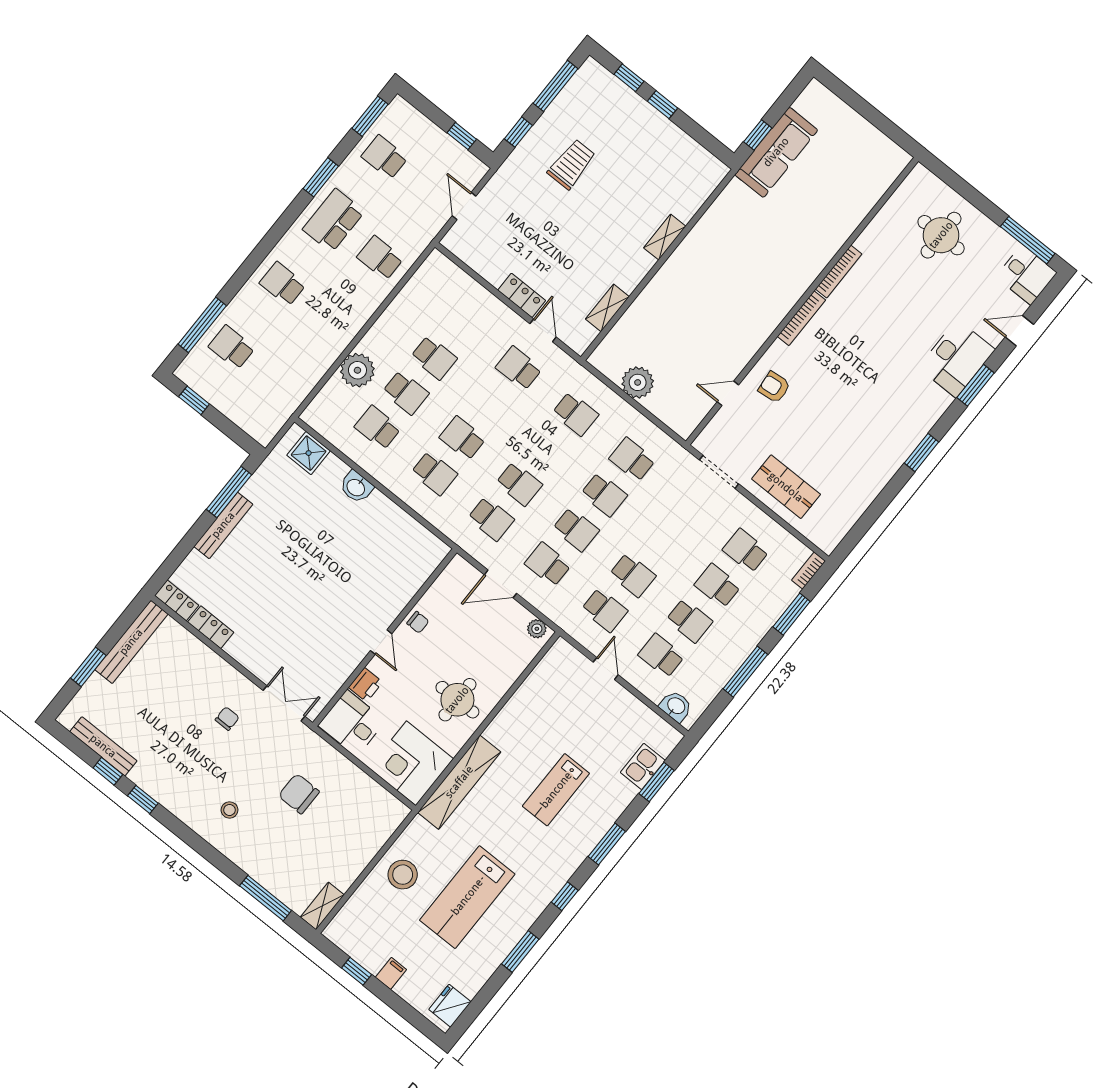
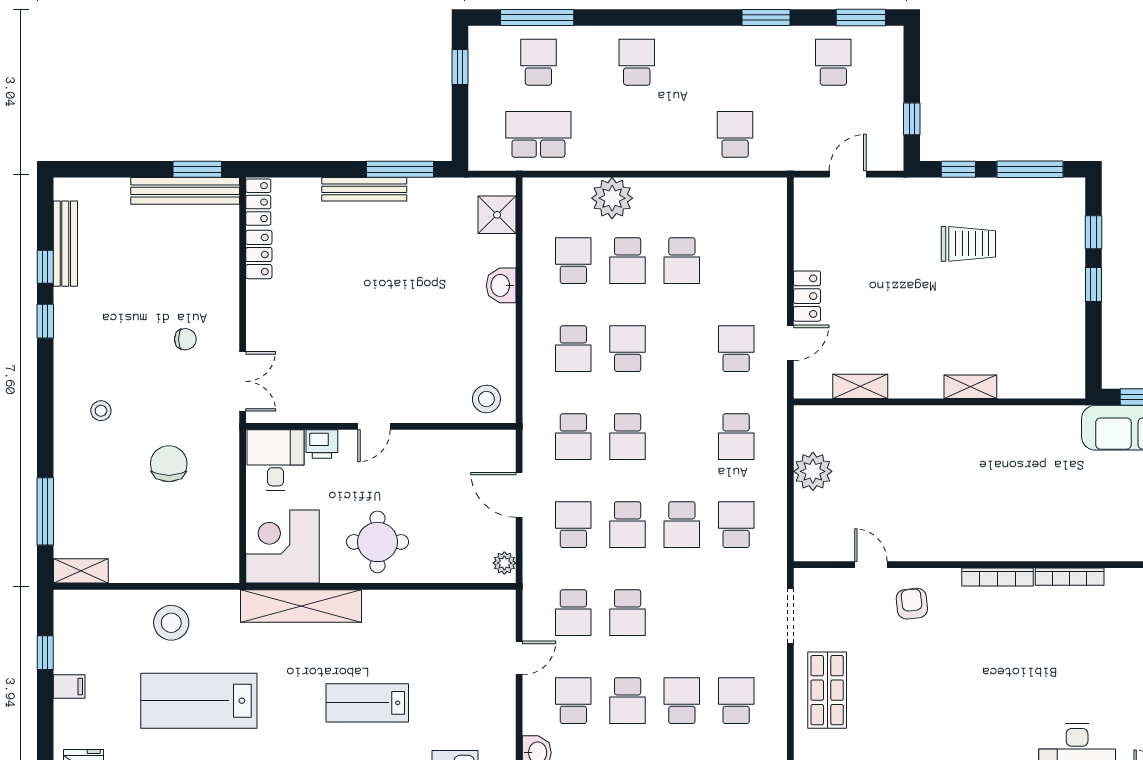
school desk: (334, 221) -> (538, 134), moved
stool: (422, 555) -> (486, 399), added
chair: (418, 622) -> (420, 446), removed
window: (88, 667) -> (197, 169), moved

